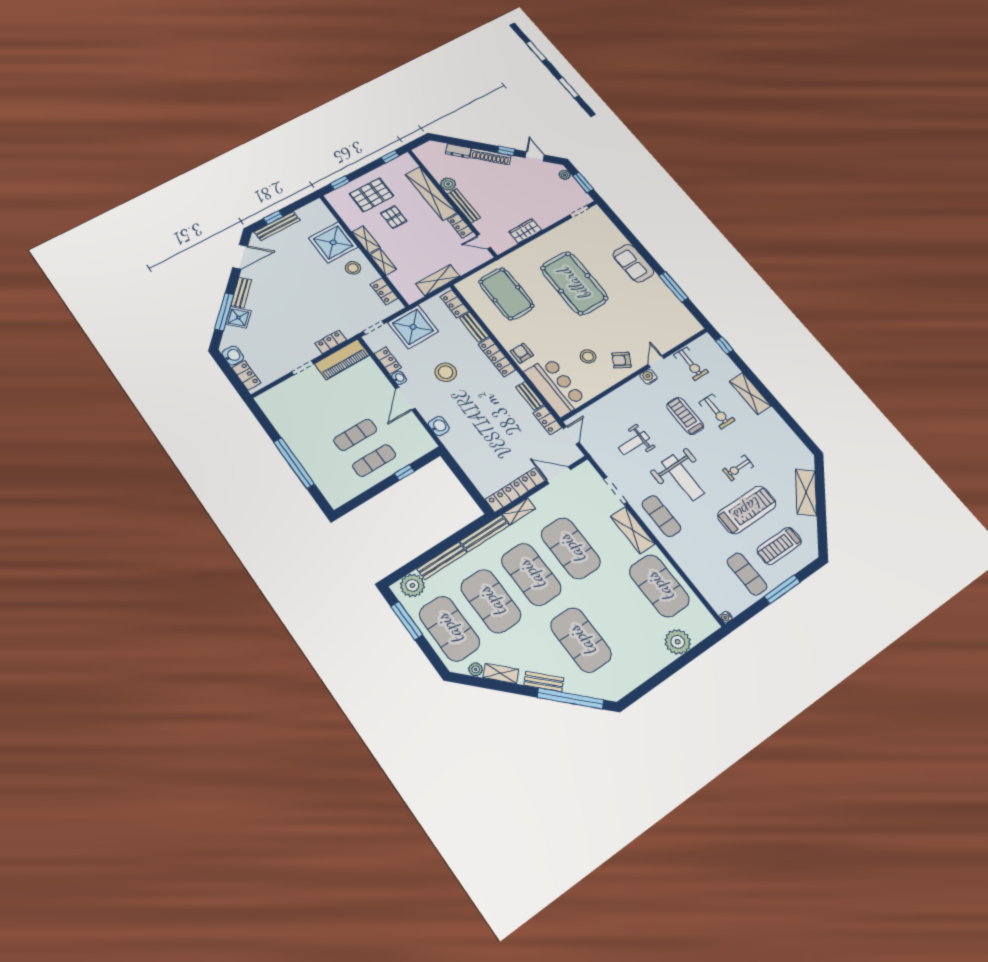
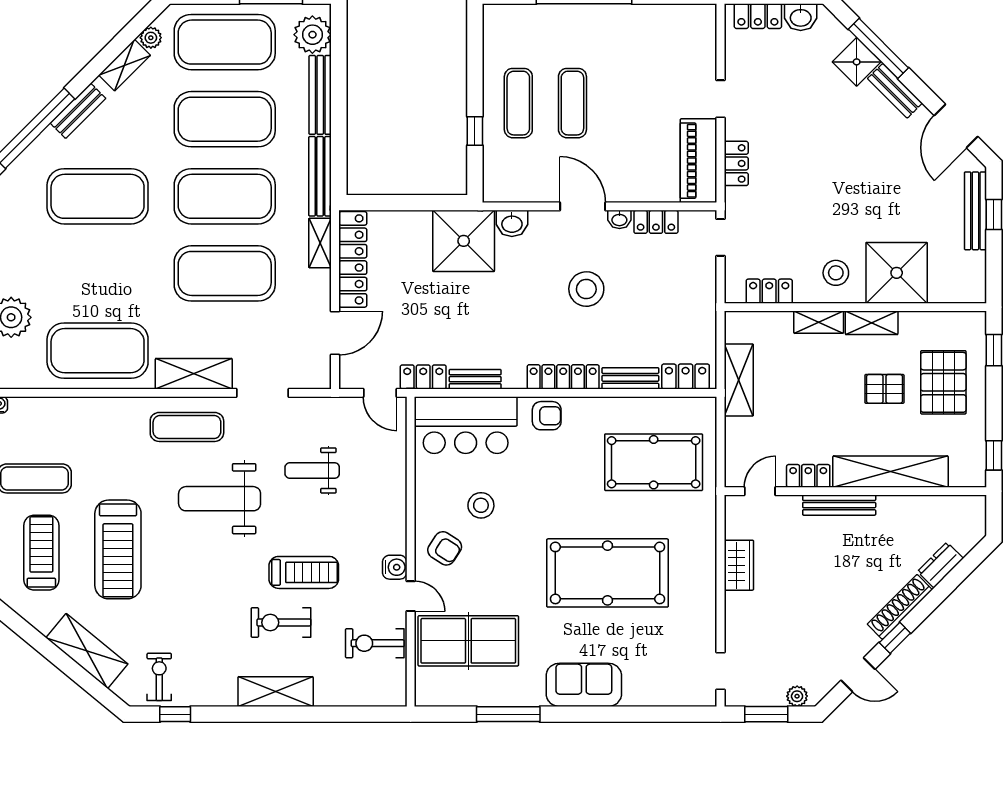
plant: (448, 184) -> (891, 509), removed
table tennis table: (655, 324) -> (468, 641), added
shower: (413, 327) -> (464, 241), moved
window: (724, 345) -> (175, 714), moved
armchair: (621, 360) -> (445, 548), turned 93
weight bench: (634, 443) -> (312, 470), turned -90
exercise bike: (738, 468) -> (159, 677), moved

